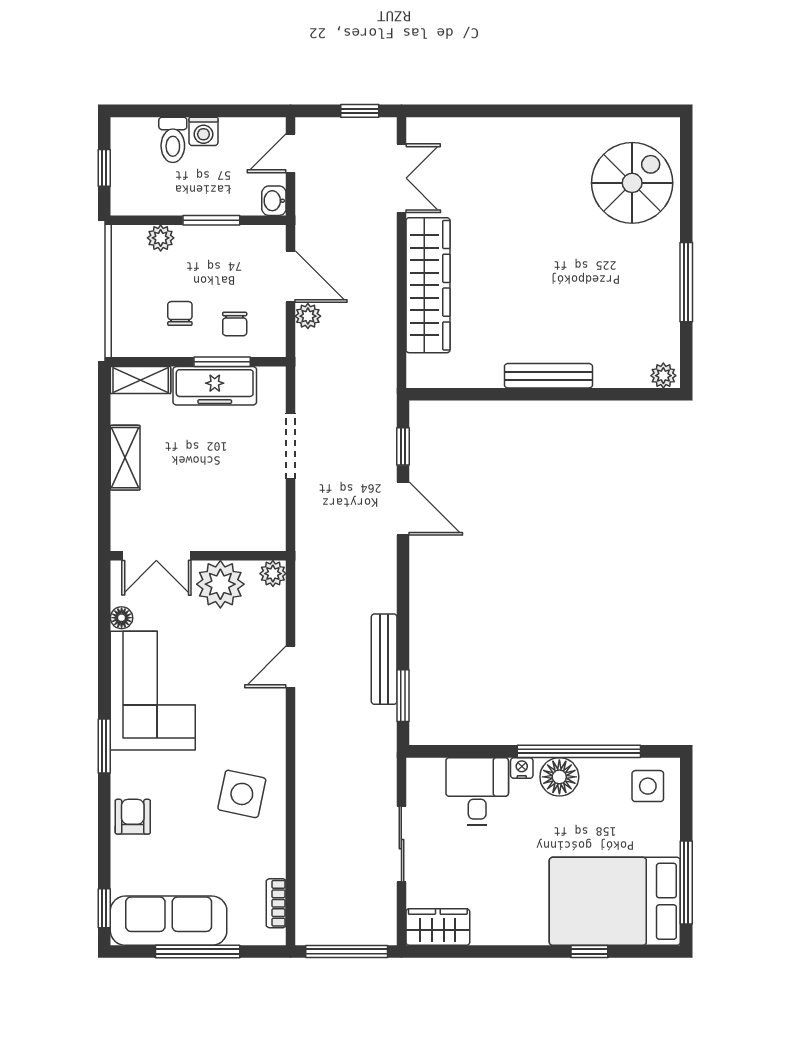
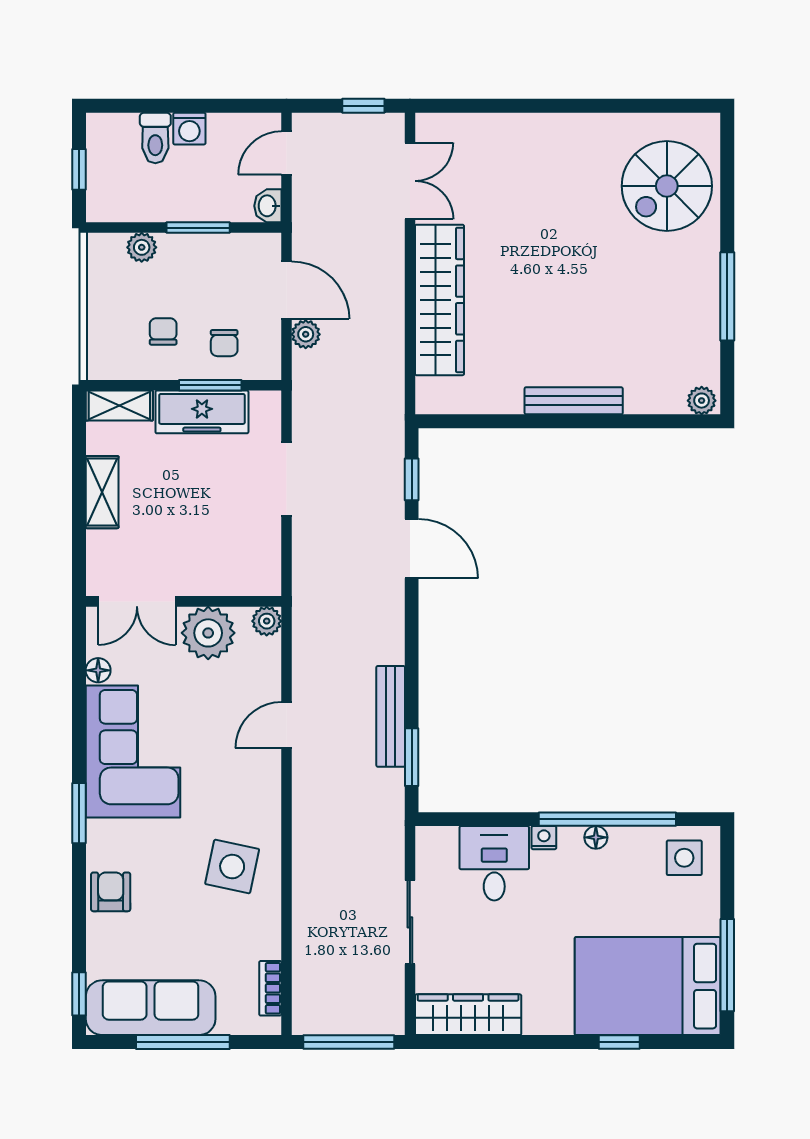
spiral stairs: (632, 183) -> (667, 186), turned 180
floor lamp: (559, 777) -> (596, 837), width x0.53, depth x0.53
wardrobe: (438, 927) -> (468, 1015), width x1.50

